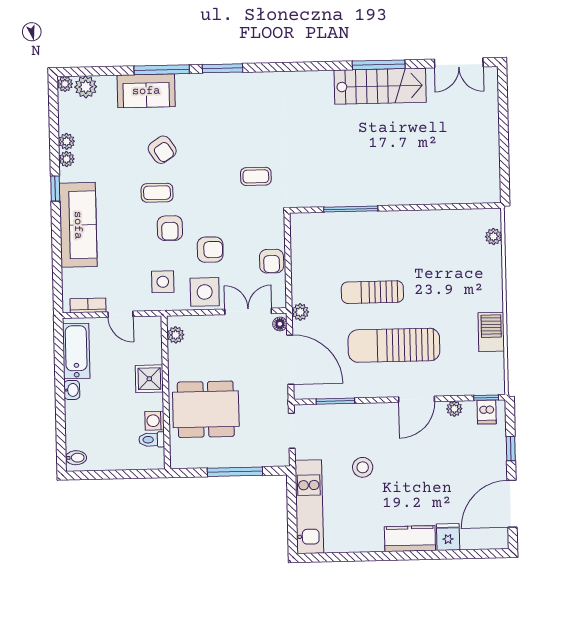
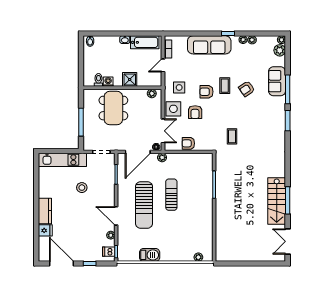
sun lounger: (394, 345) -> (144, 205), turned 180

